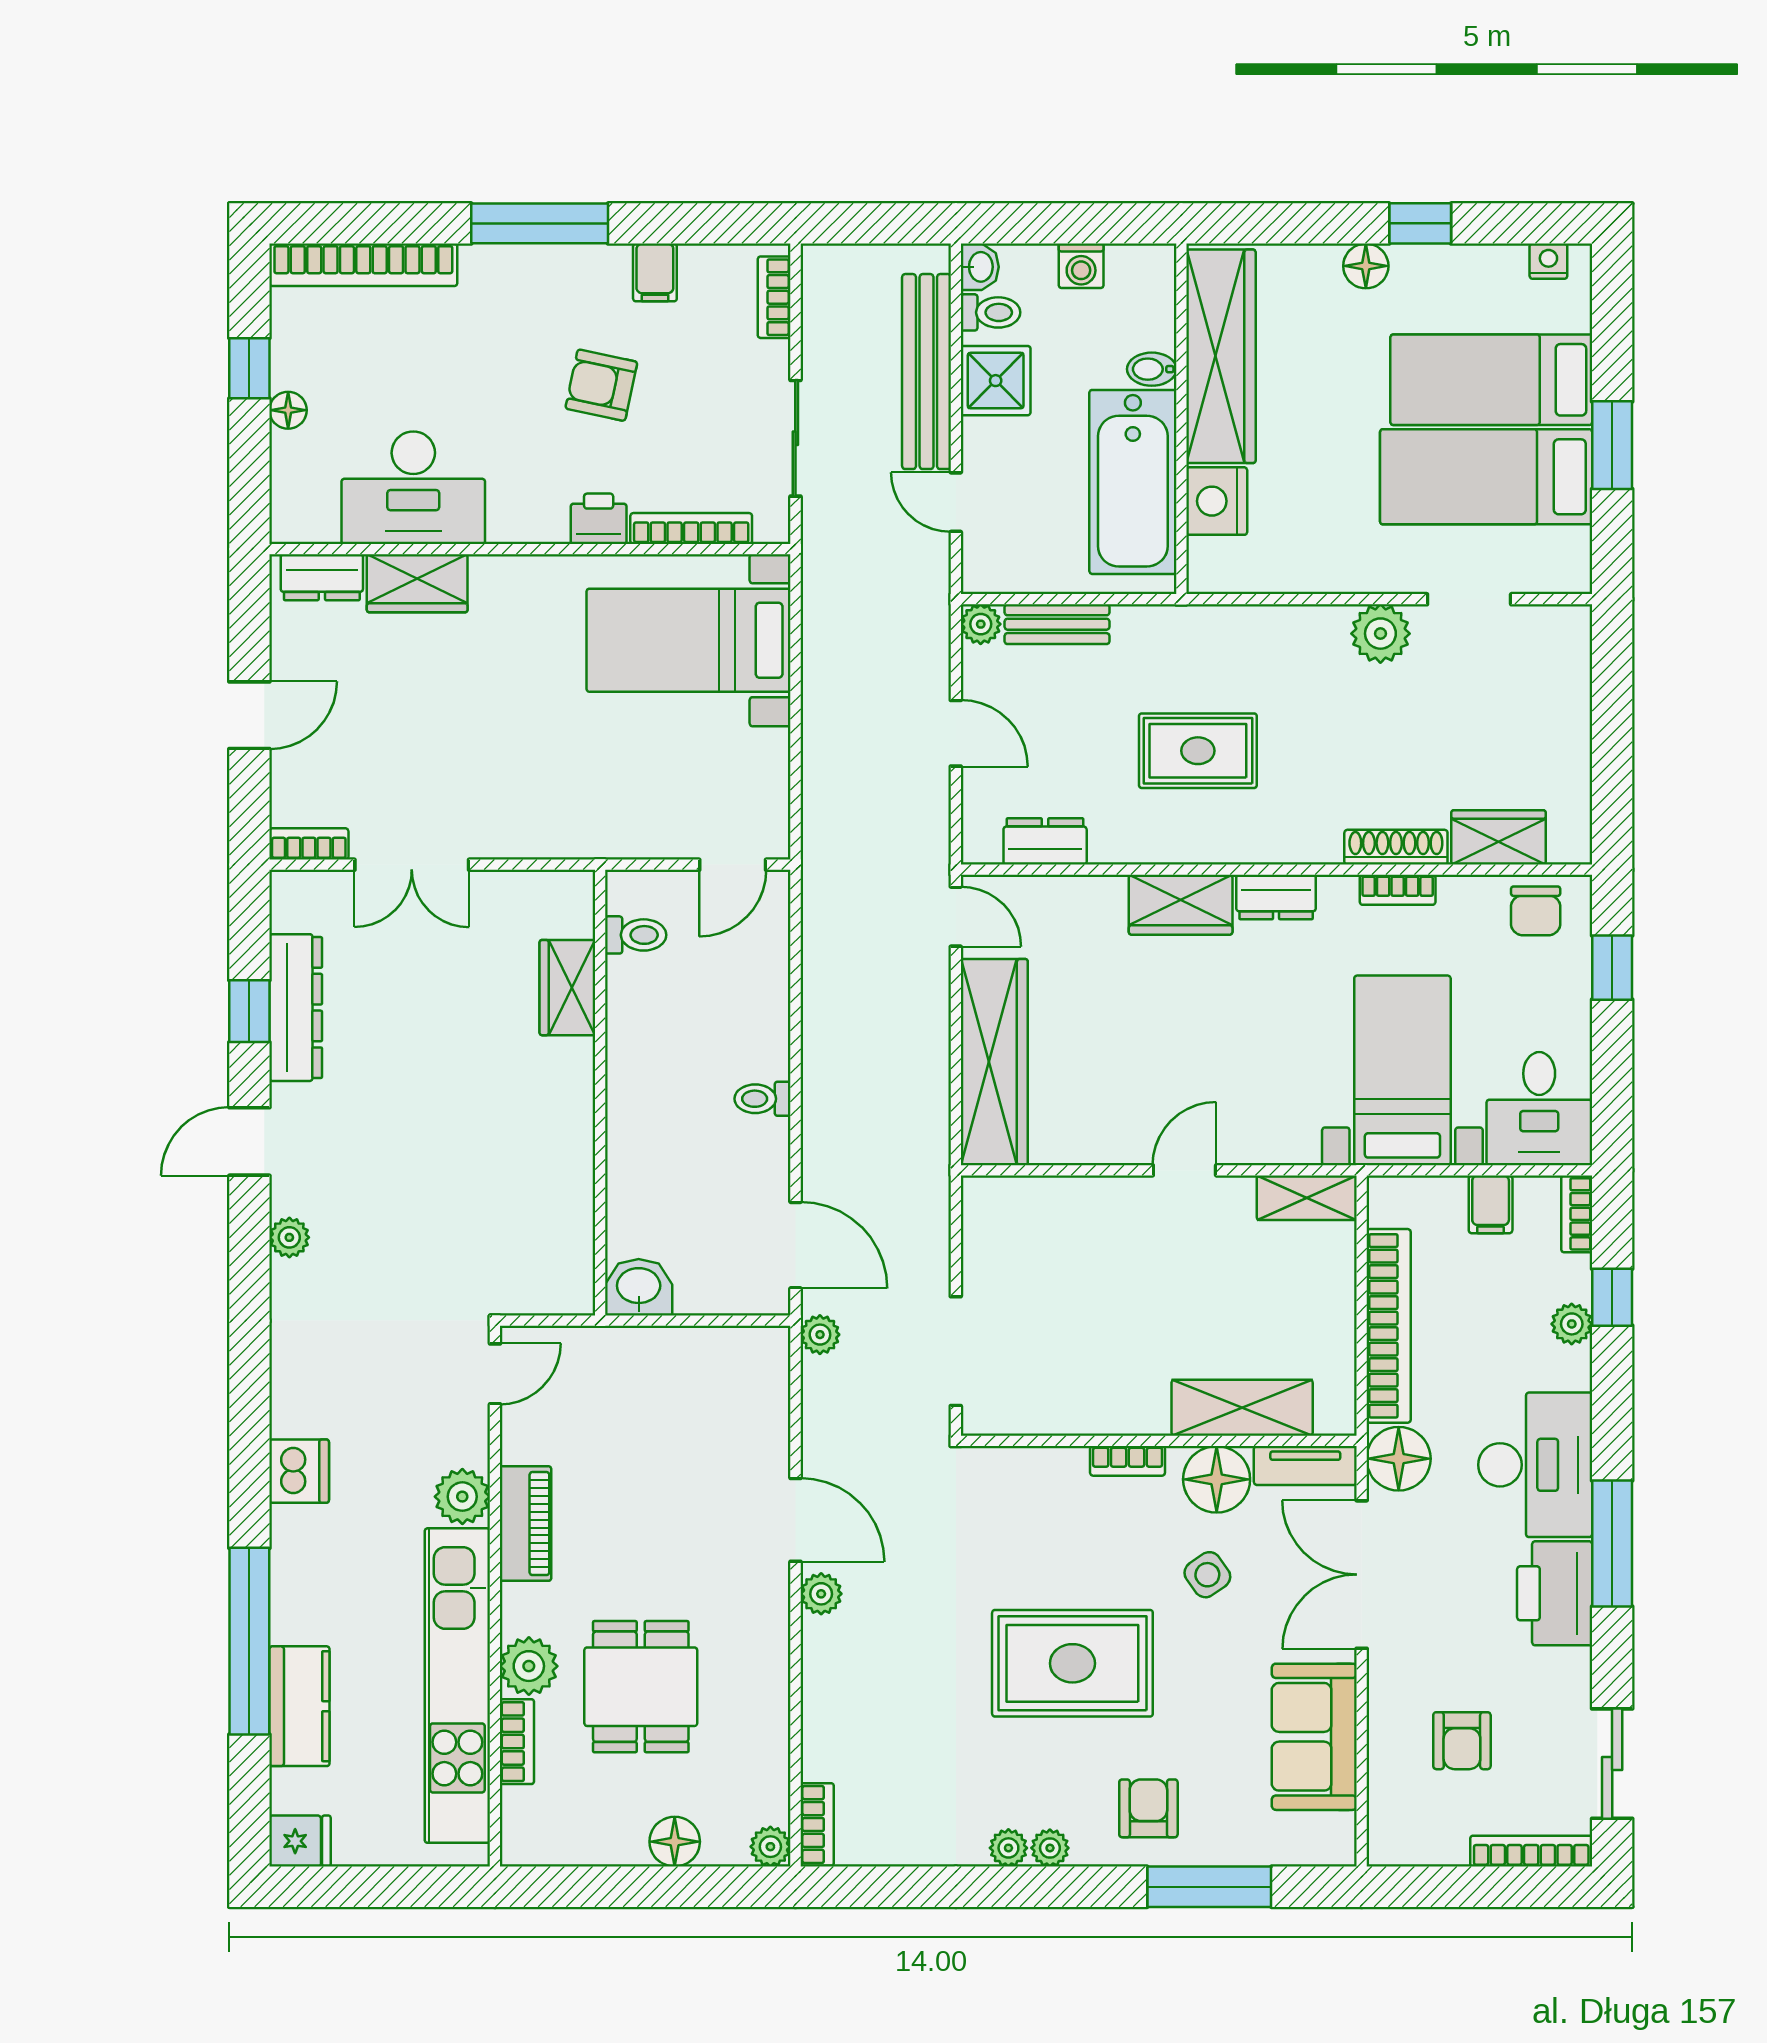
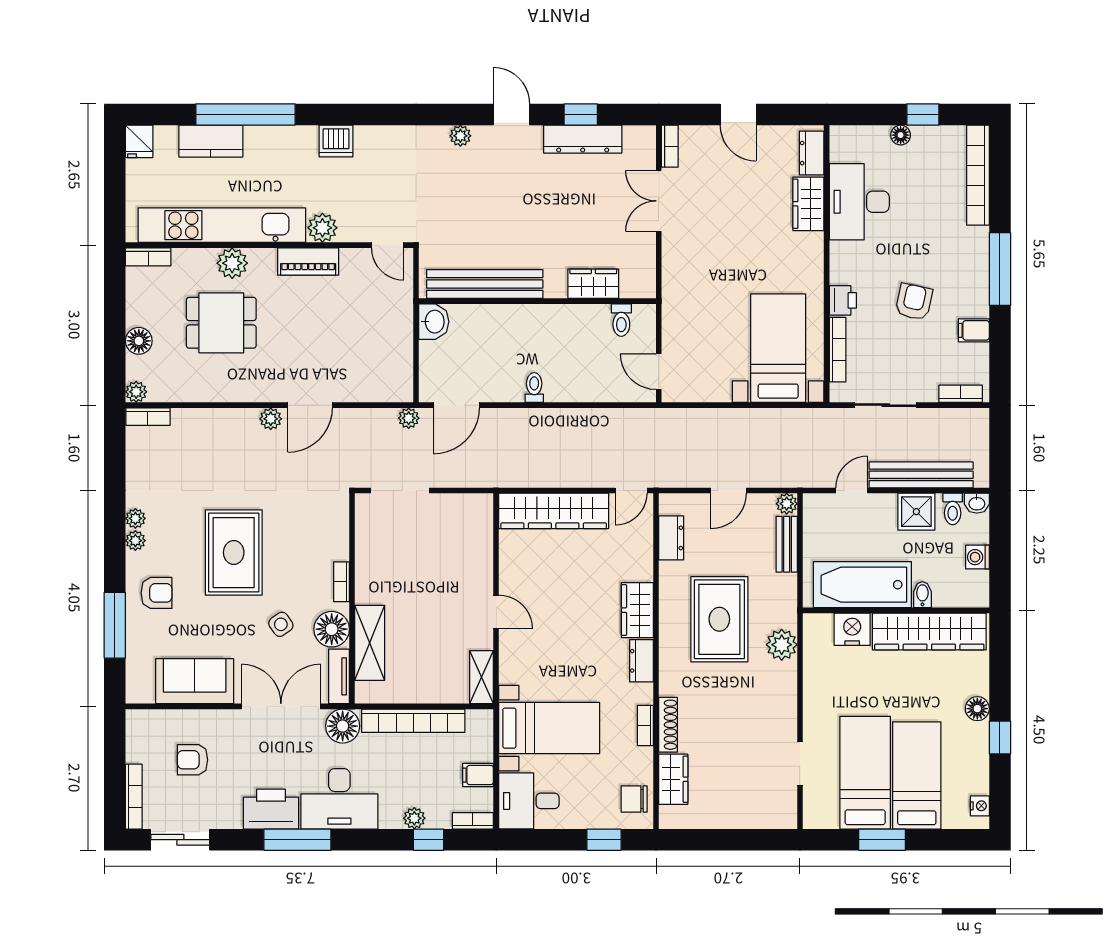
plant: (1380, 634) -> (782, 645), moved
rug: (1198, 751) -> (719, 619), width x1.36, depth x1.43
bench: (568, 1192) -> (485, 284), added
bookcase: (517, 1742) -> (148, 257), moved

